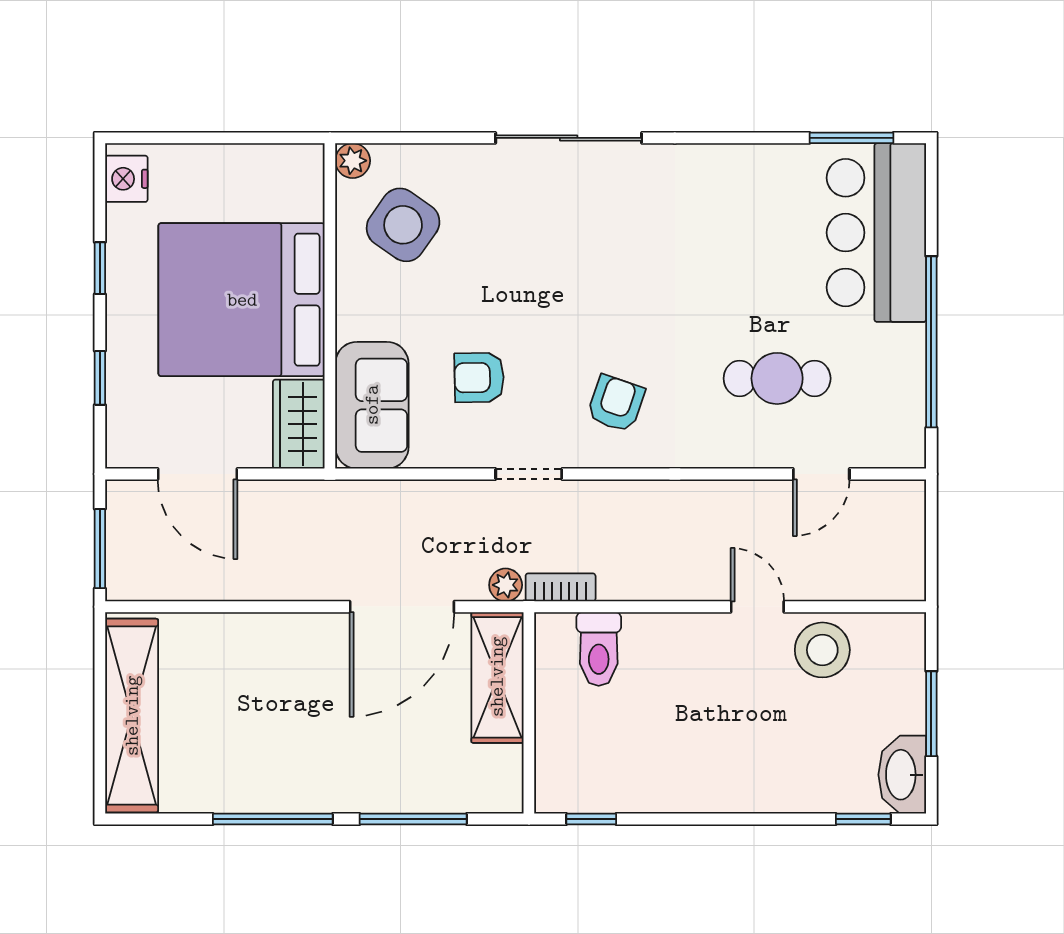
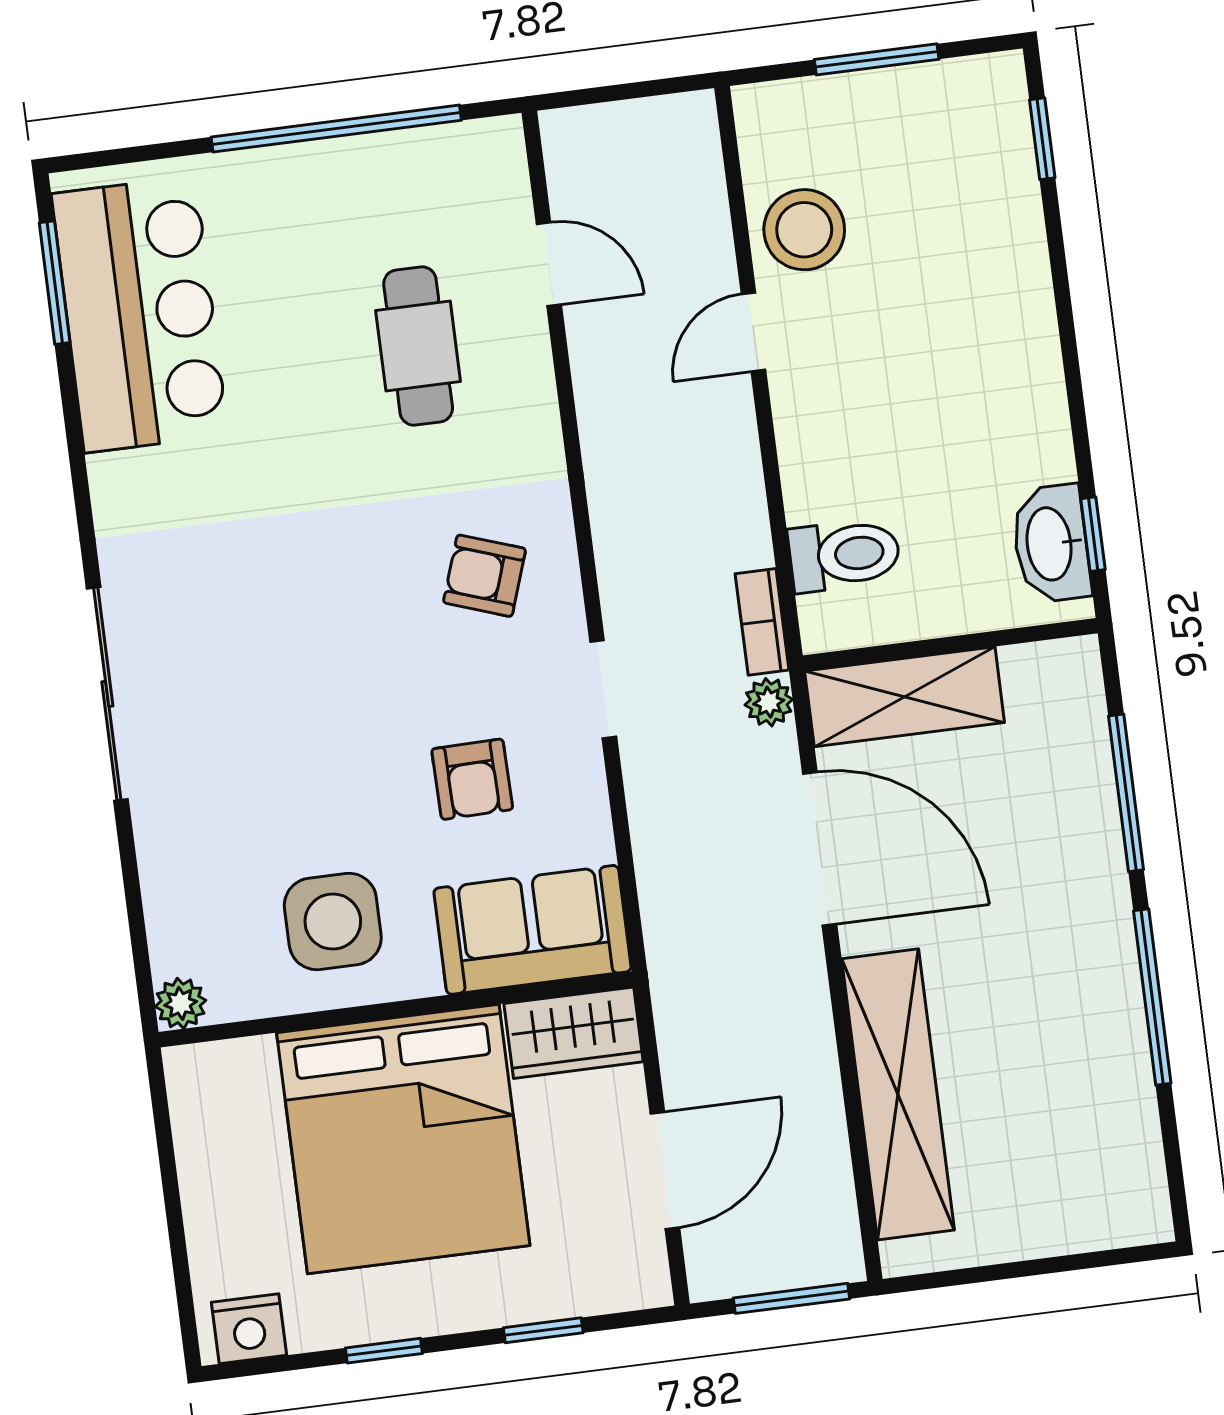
side table: (403, 225) -> (333, 921), moved, turned -35
bar counter: (876, 233) -> (140, 314), moved, turned -90
shelving: (132, 716) -> (898, 1094), moved, turned 90
washbasin: (902, 775) -> (1051, 544), moved, turned 90

